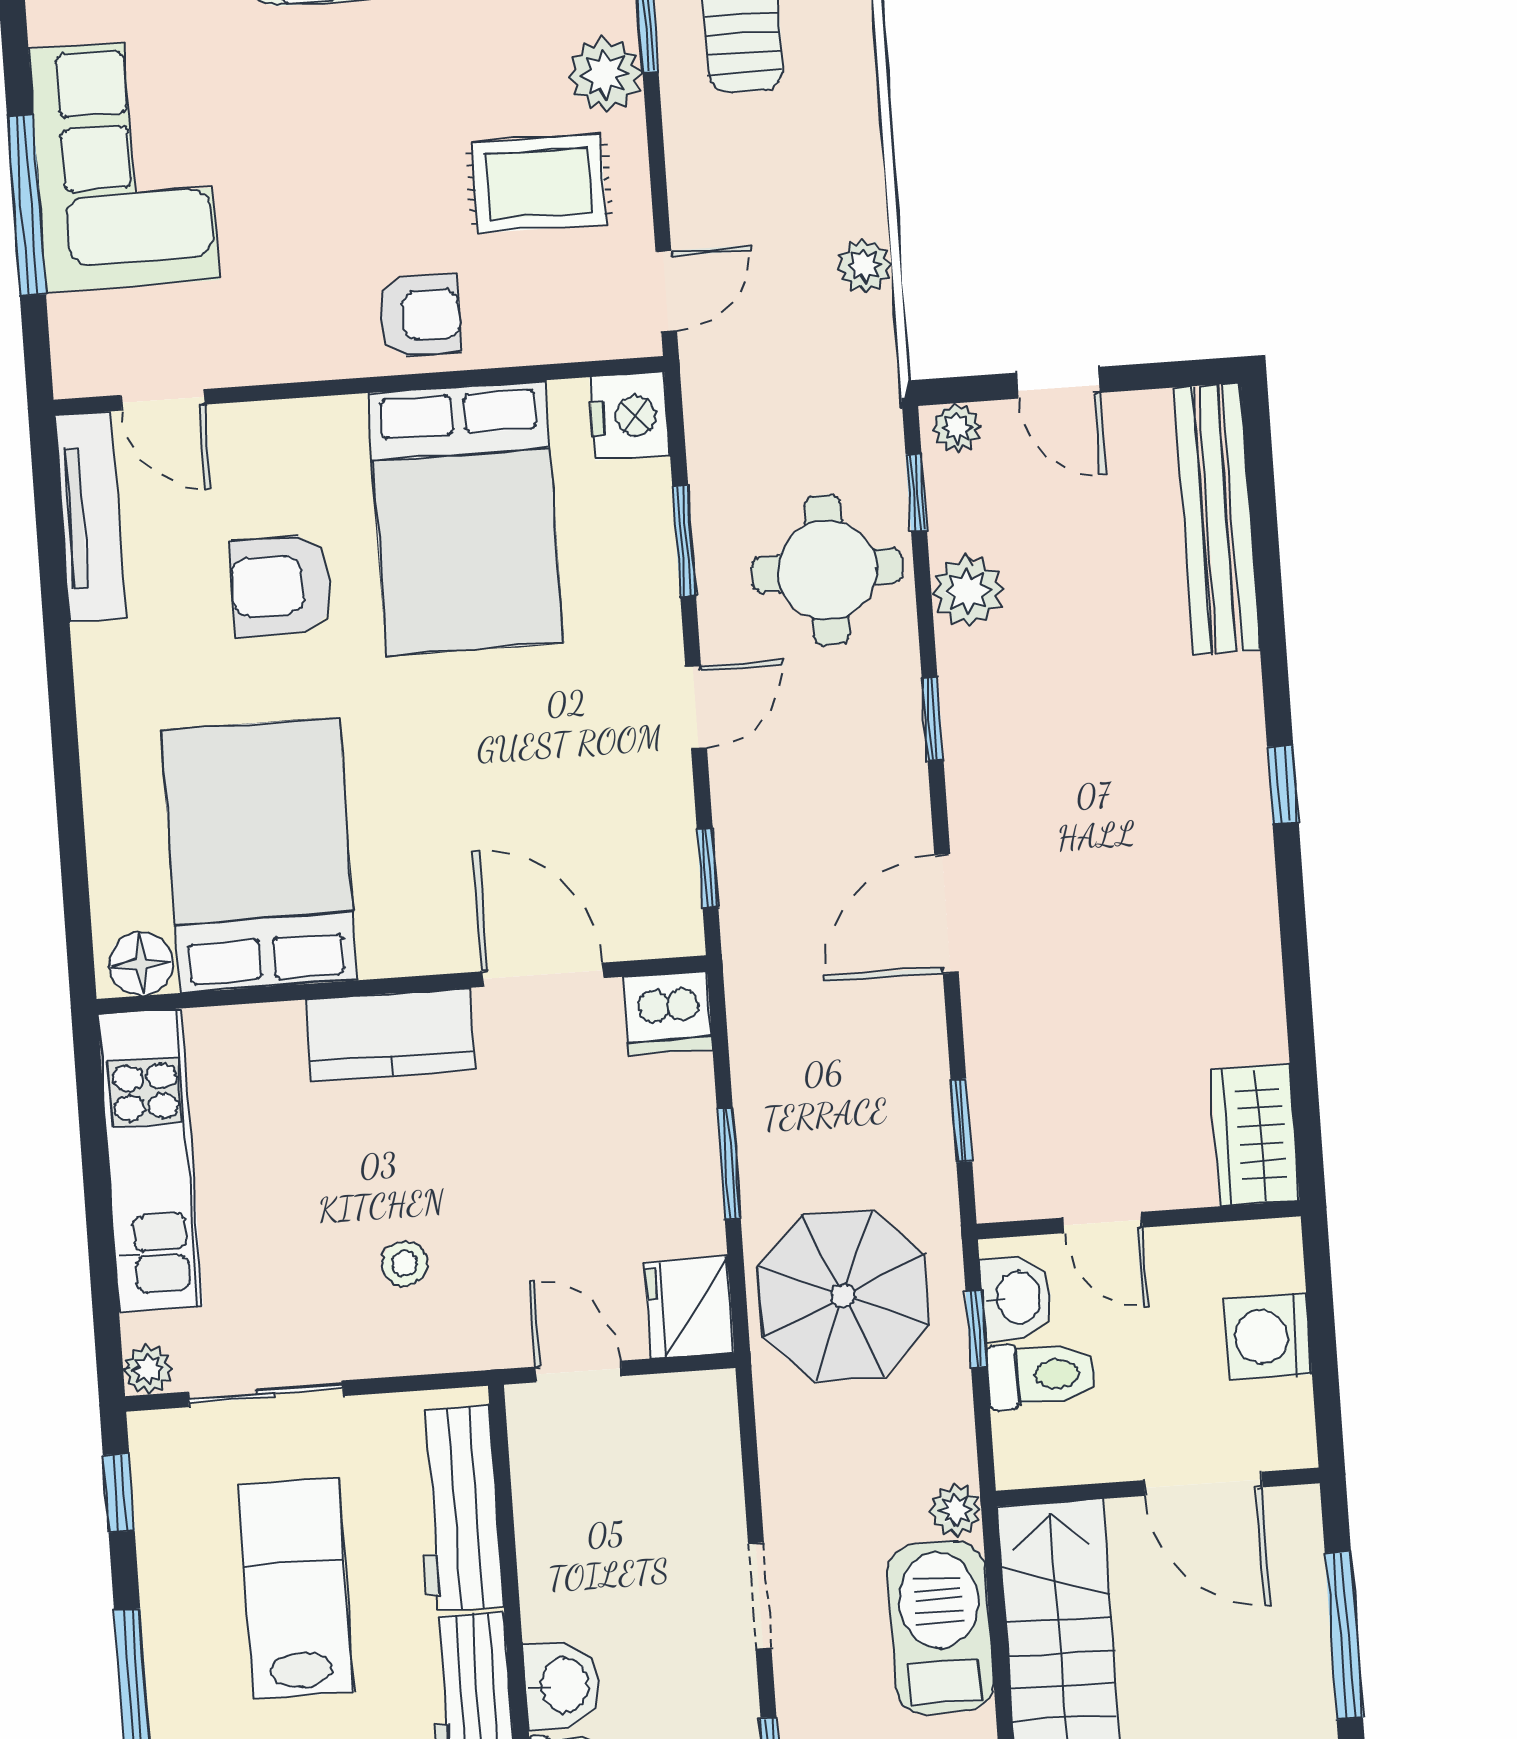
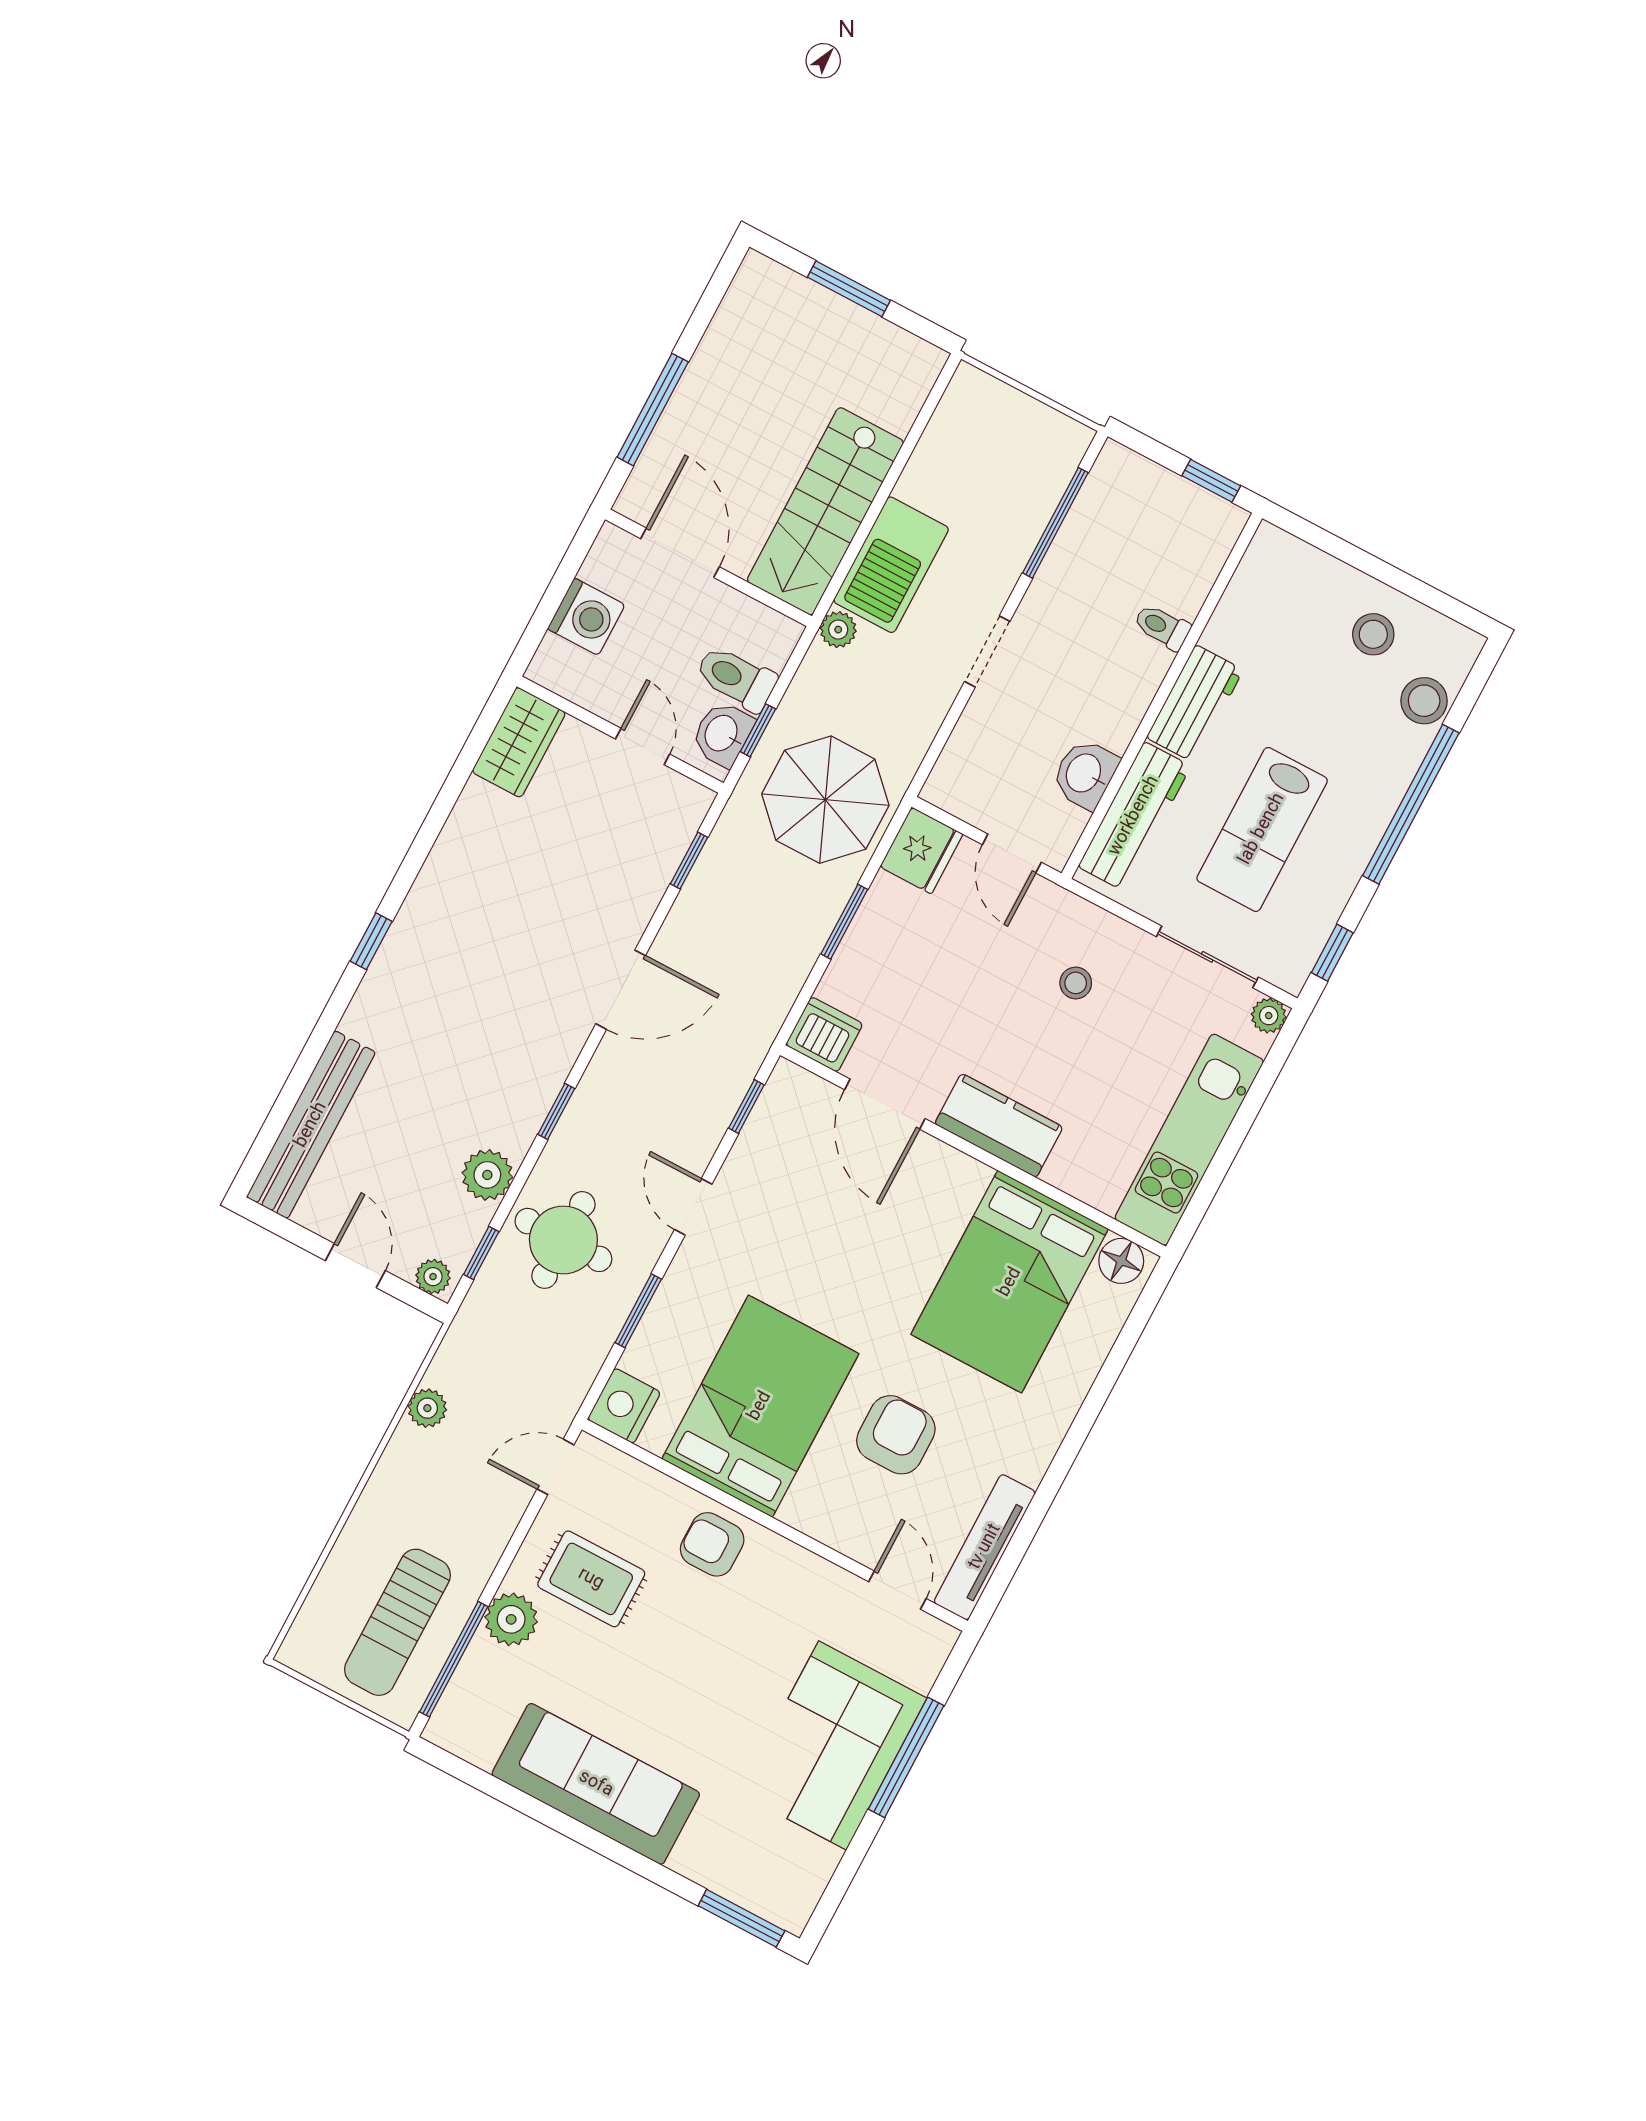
armchair: (281, 585) -> (896, 1435), turned -90
door: (696, 707) -> (693, 1207), hinge flipped
washbasin: (562, 1685) -> (1085, 774), moved

